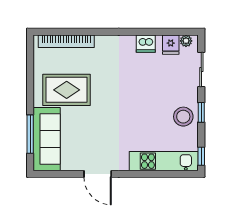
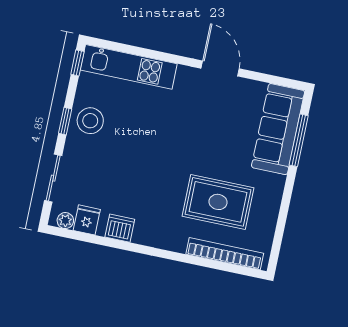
rug: (67, 90) -> (218, 202), moved

